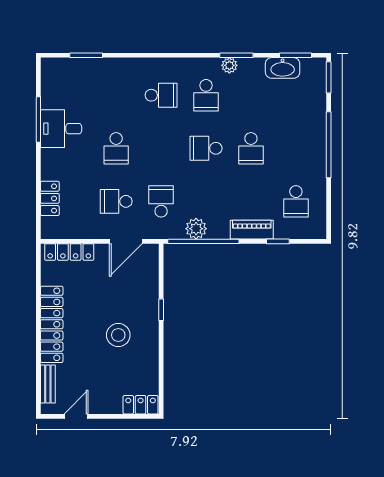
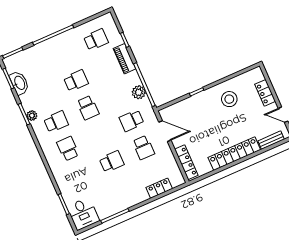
desk: (61, 129) -> (83, 214), moved
stool: (118, 335) -> (229, 99), moved
locker: (141, 405) -> (265, 93), moved

